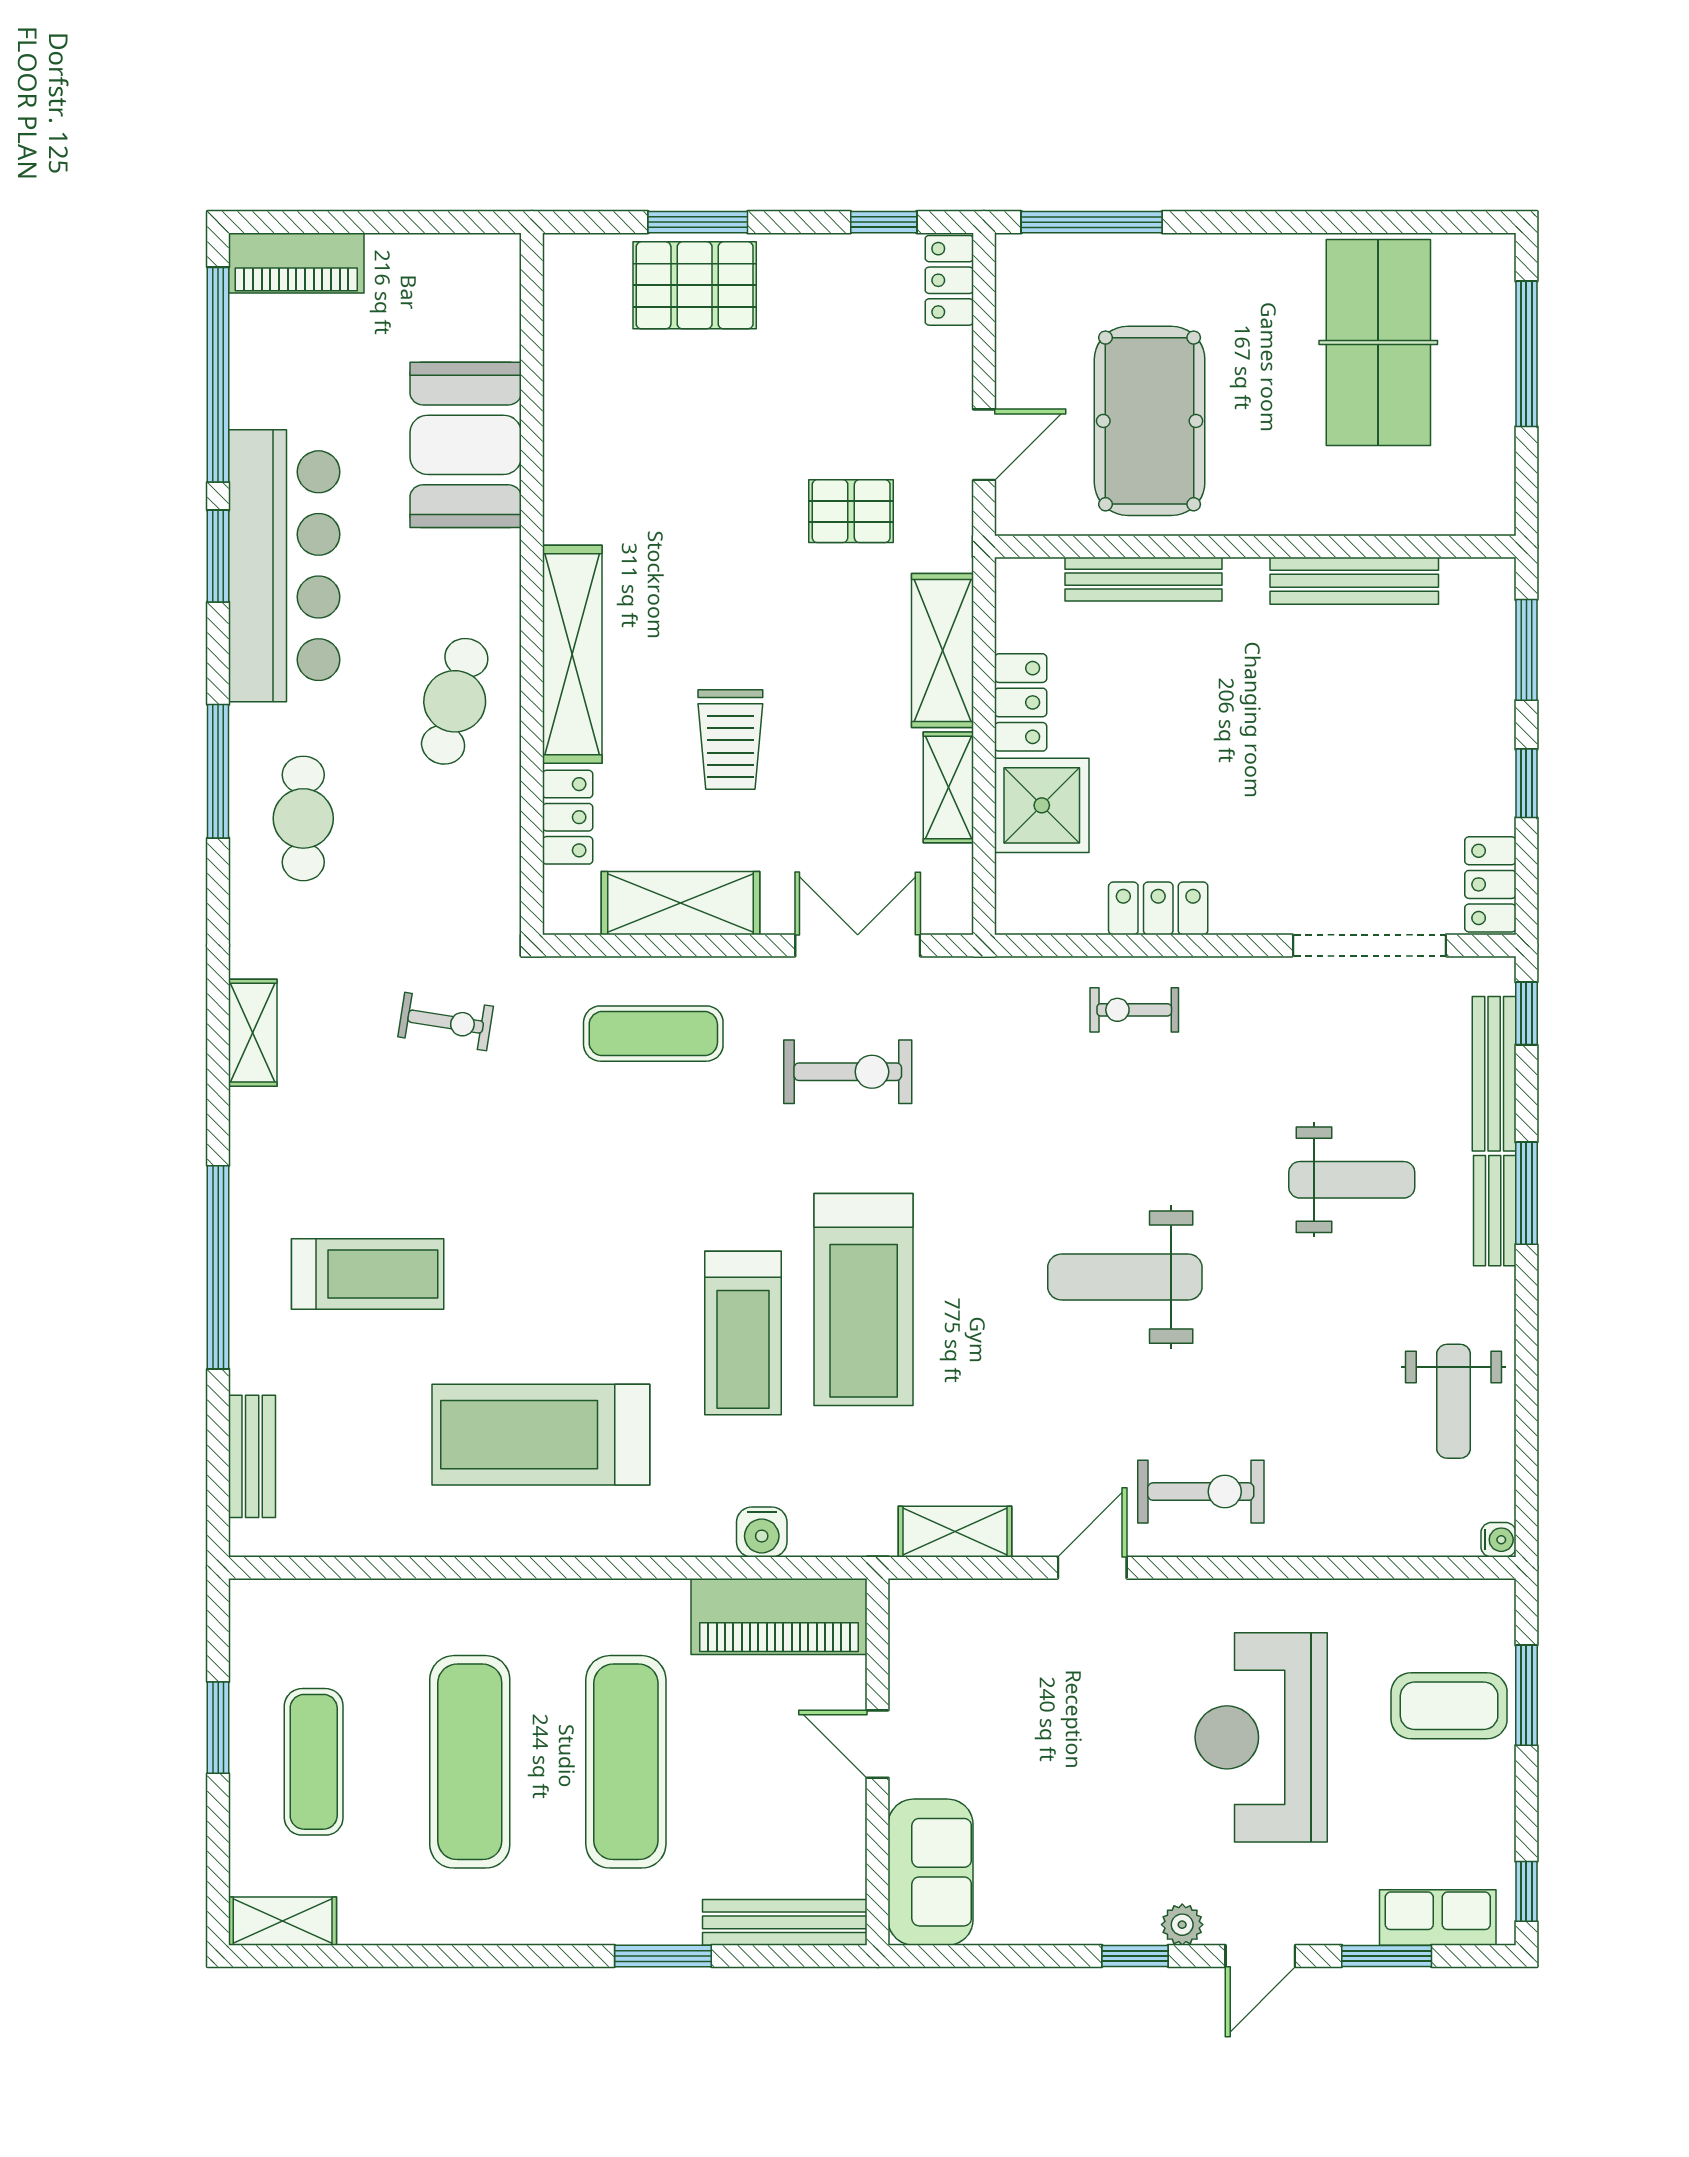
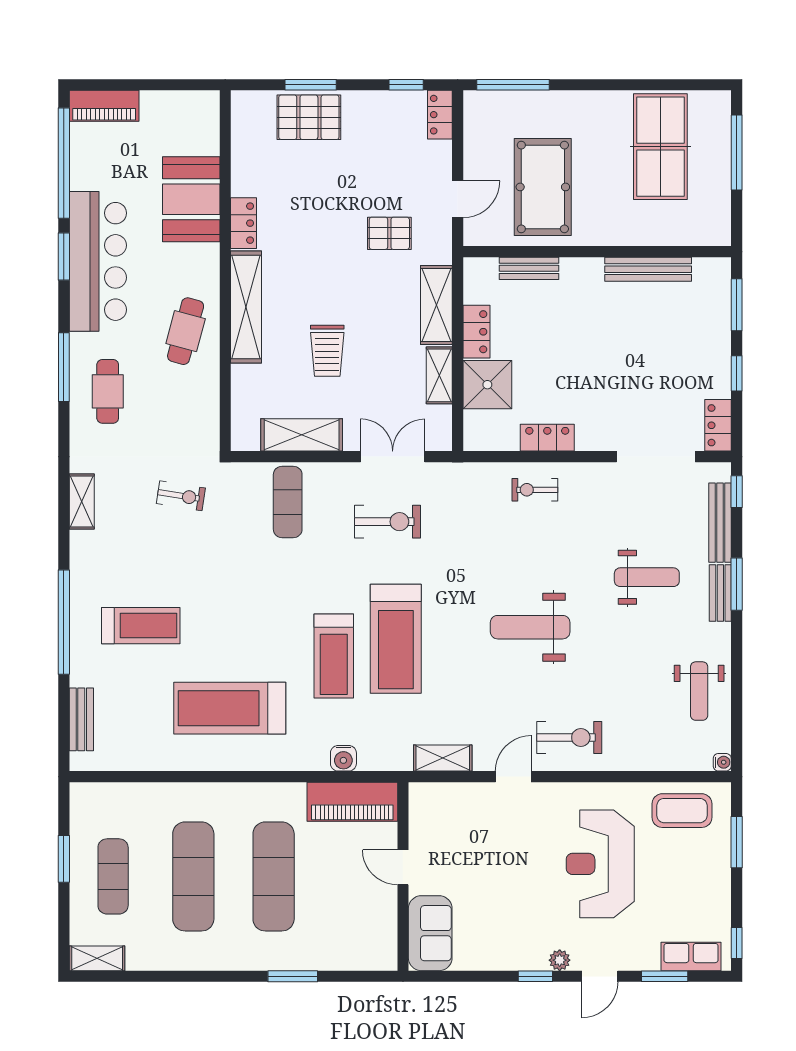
bench: (1144, 579) -> (529, 268), width x0.73
locker: (568, 817) -> (244, 223), moved
exercise mat: (653, 1034) -> (288, 502), turned 90
coffee table: (1449, 1706) -> (682, 811), moved
bench: (785, 1922) -> (355, 959), removed

